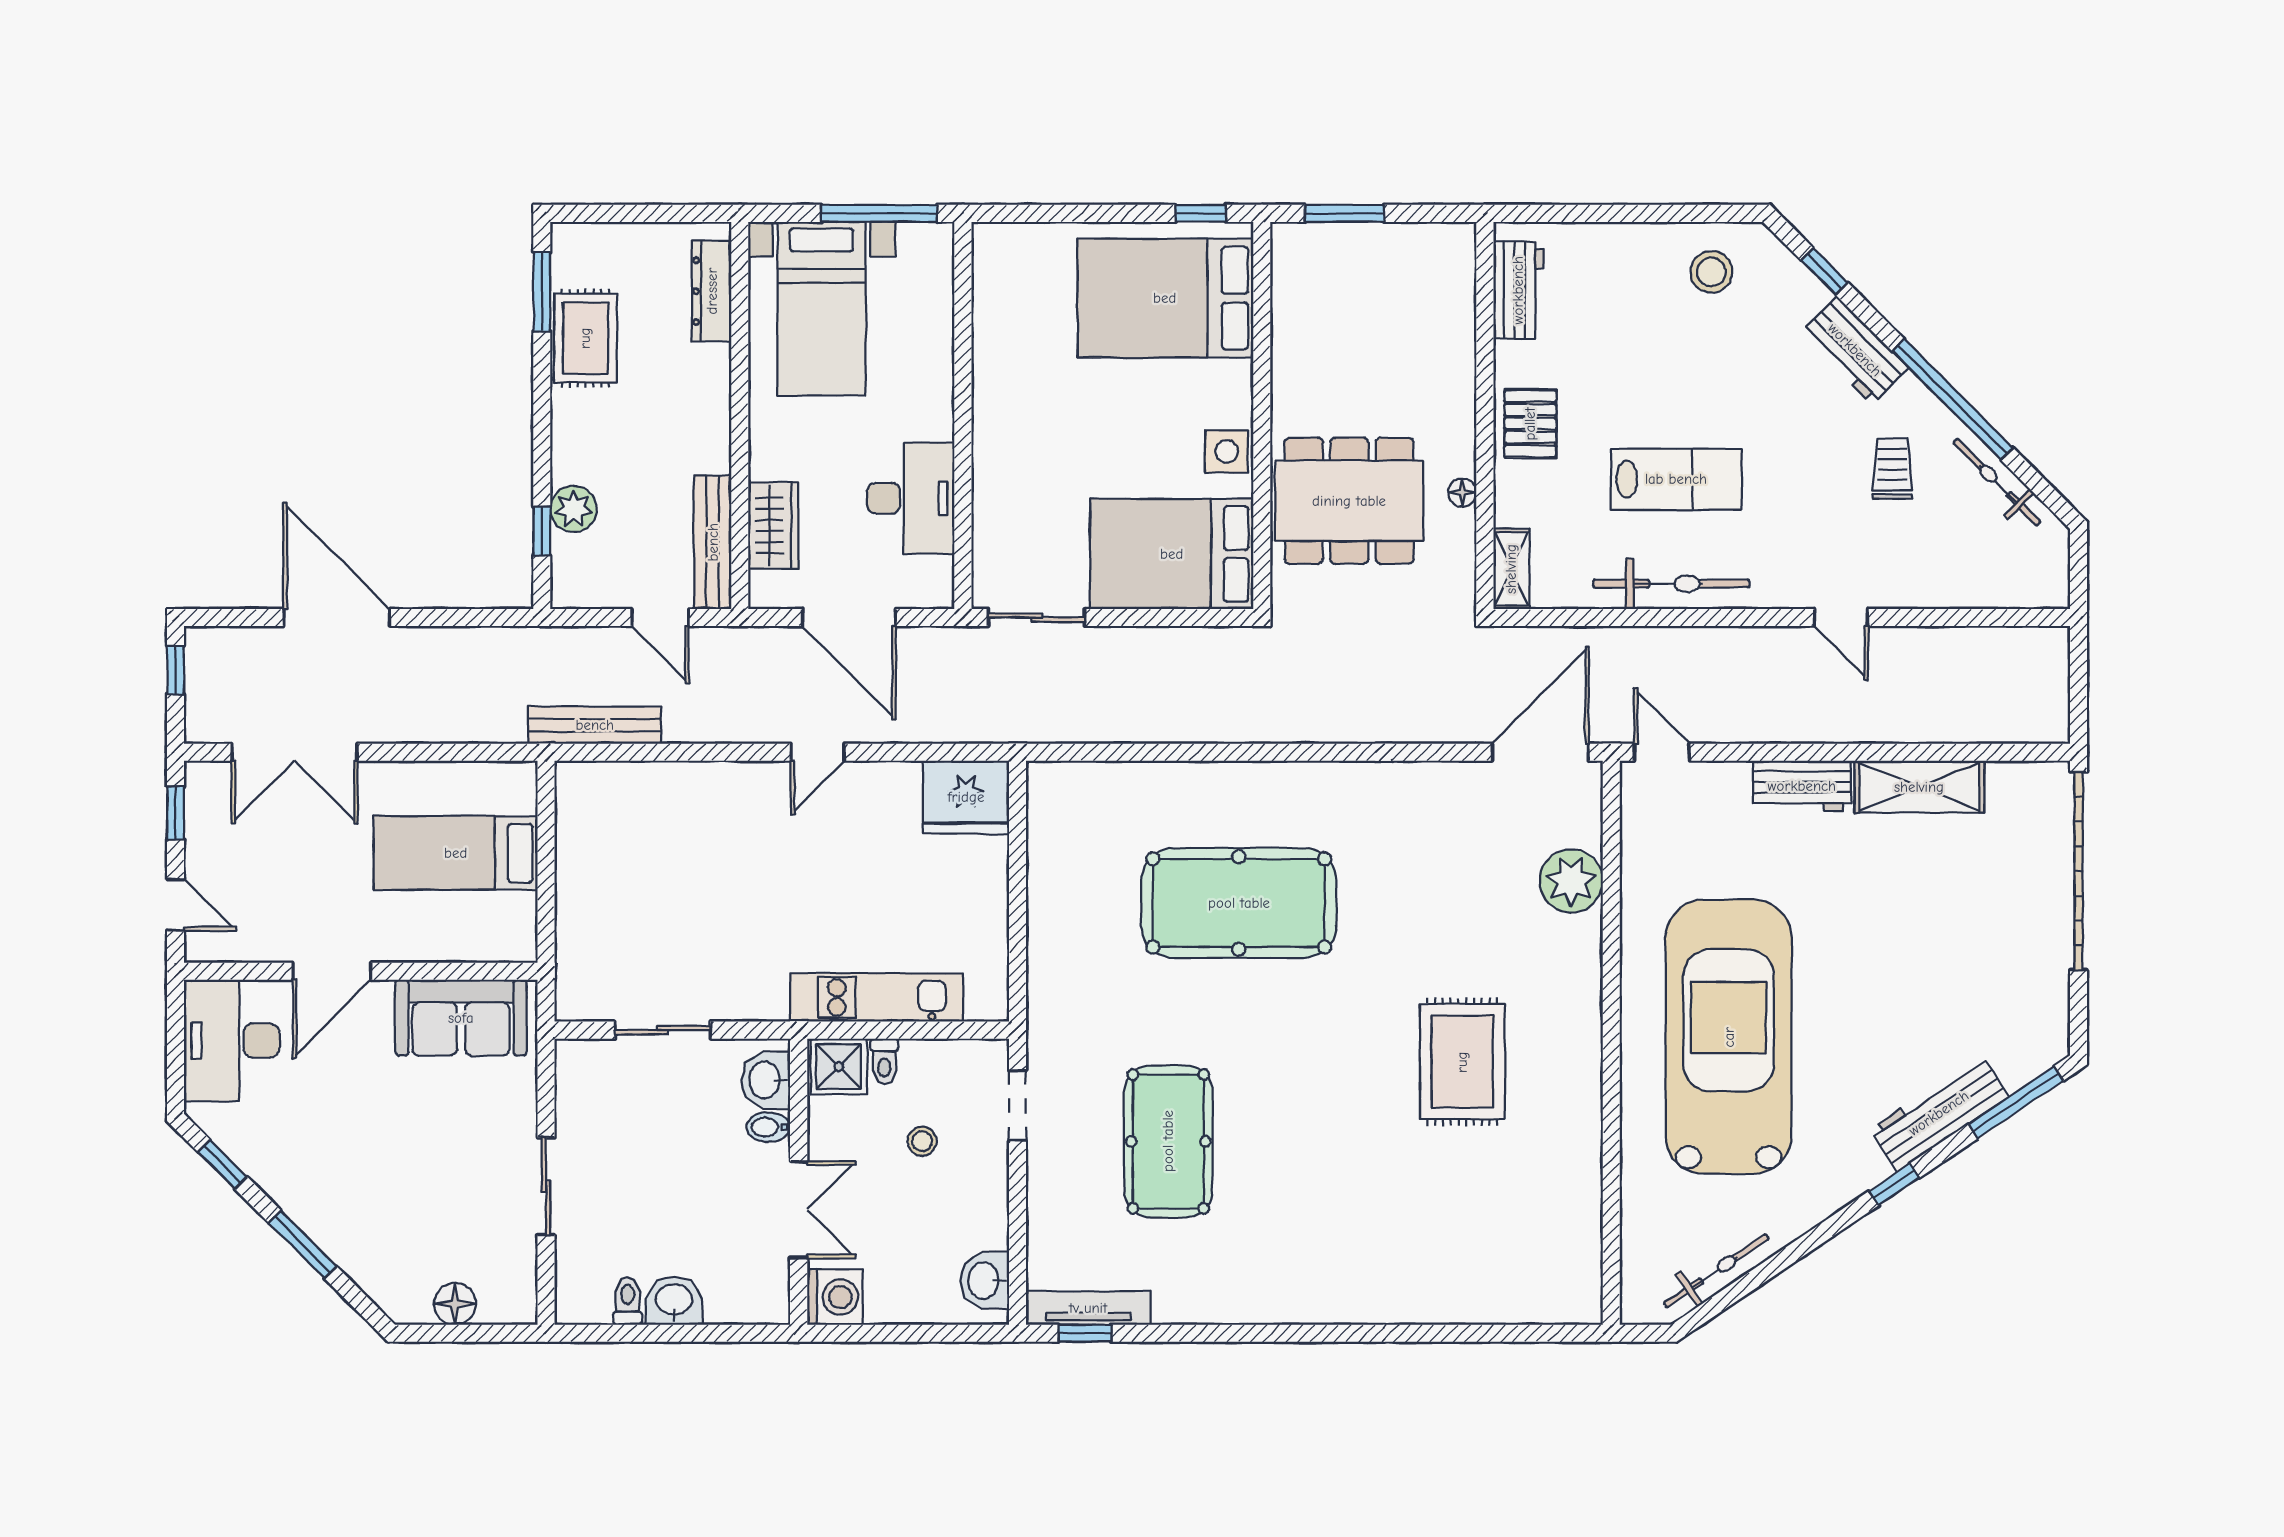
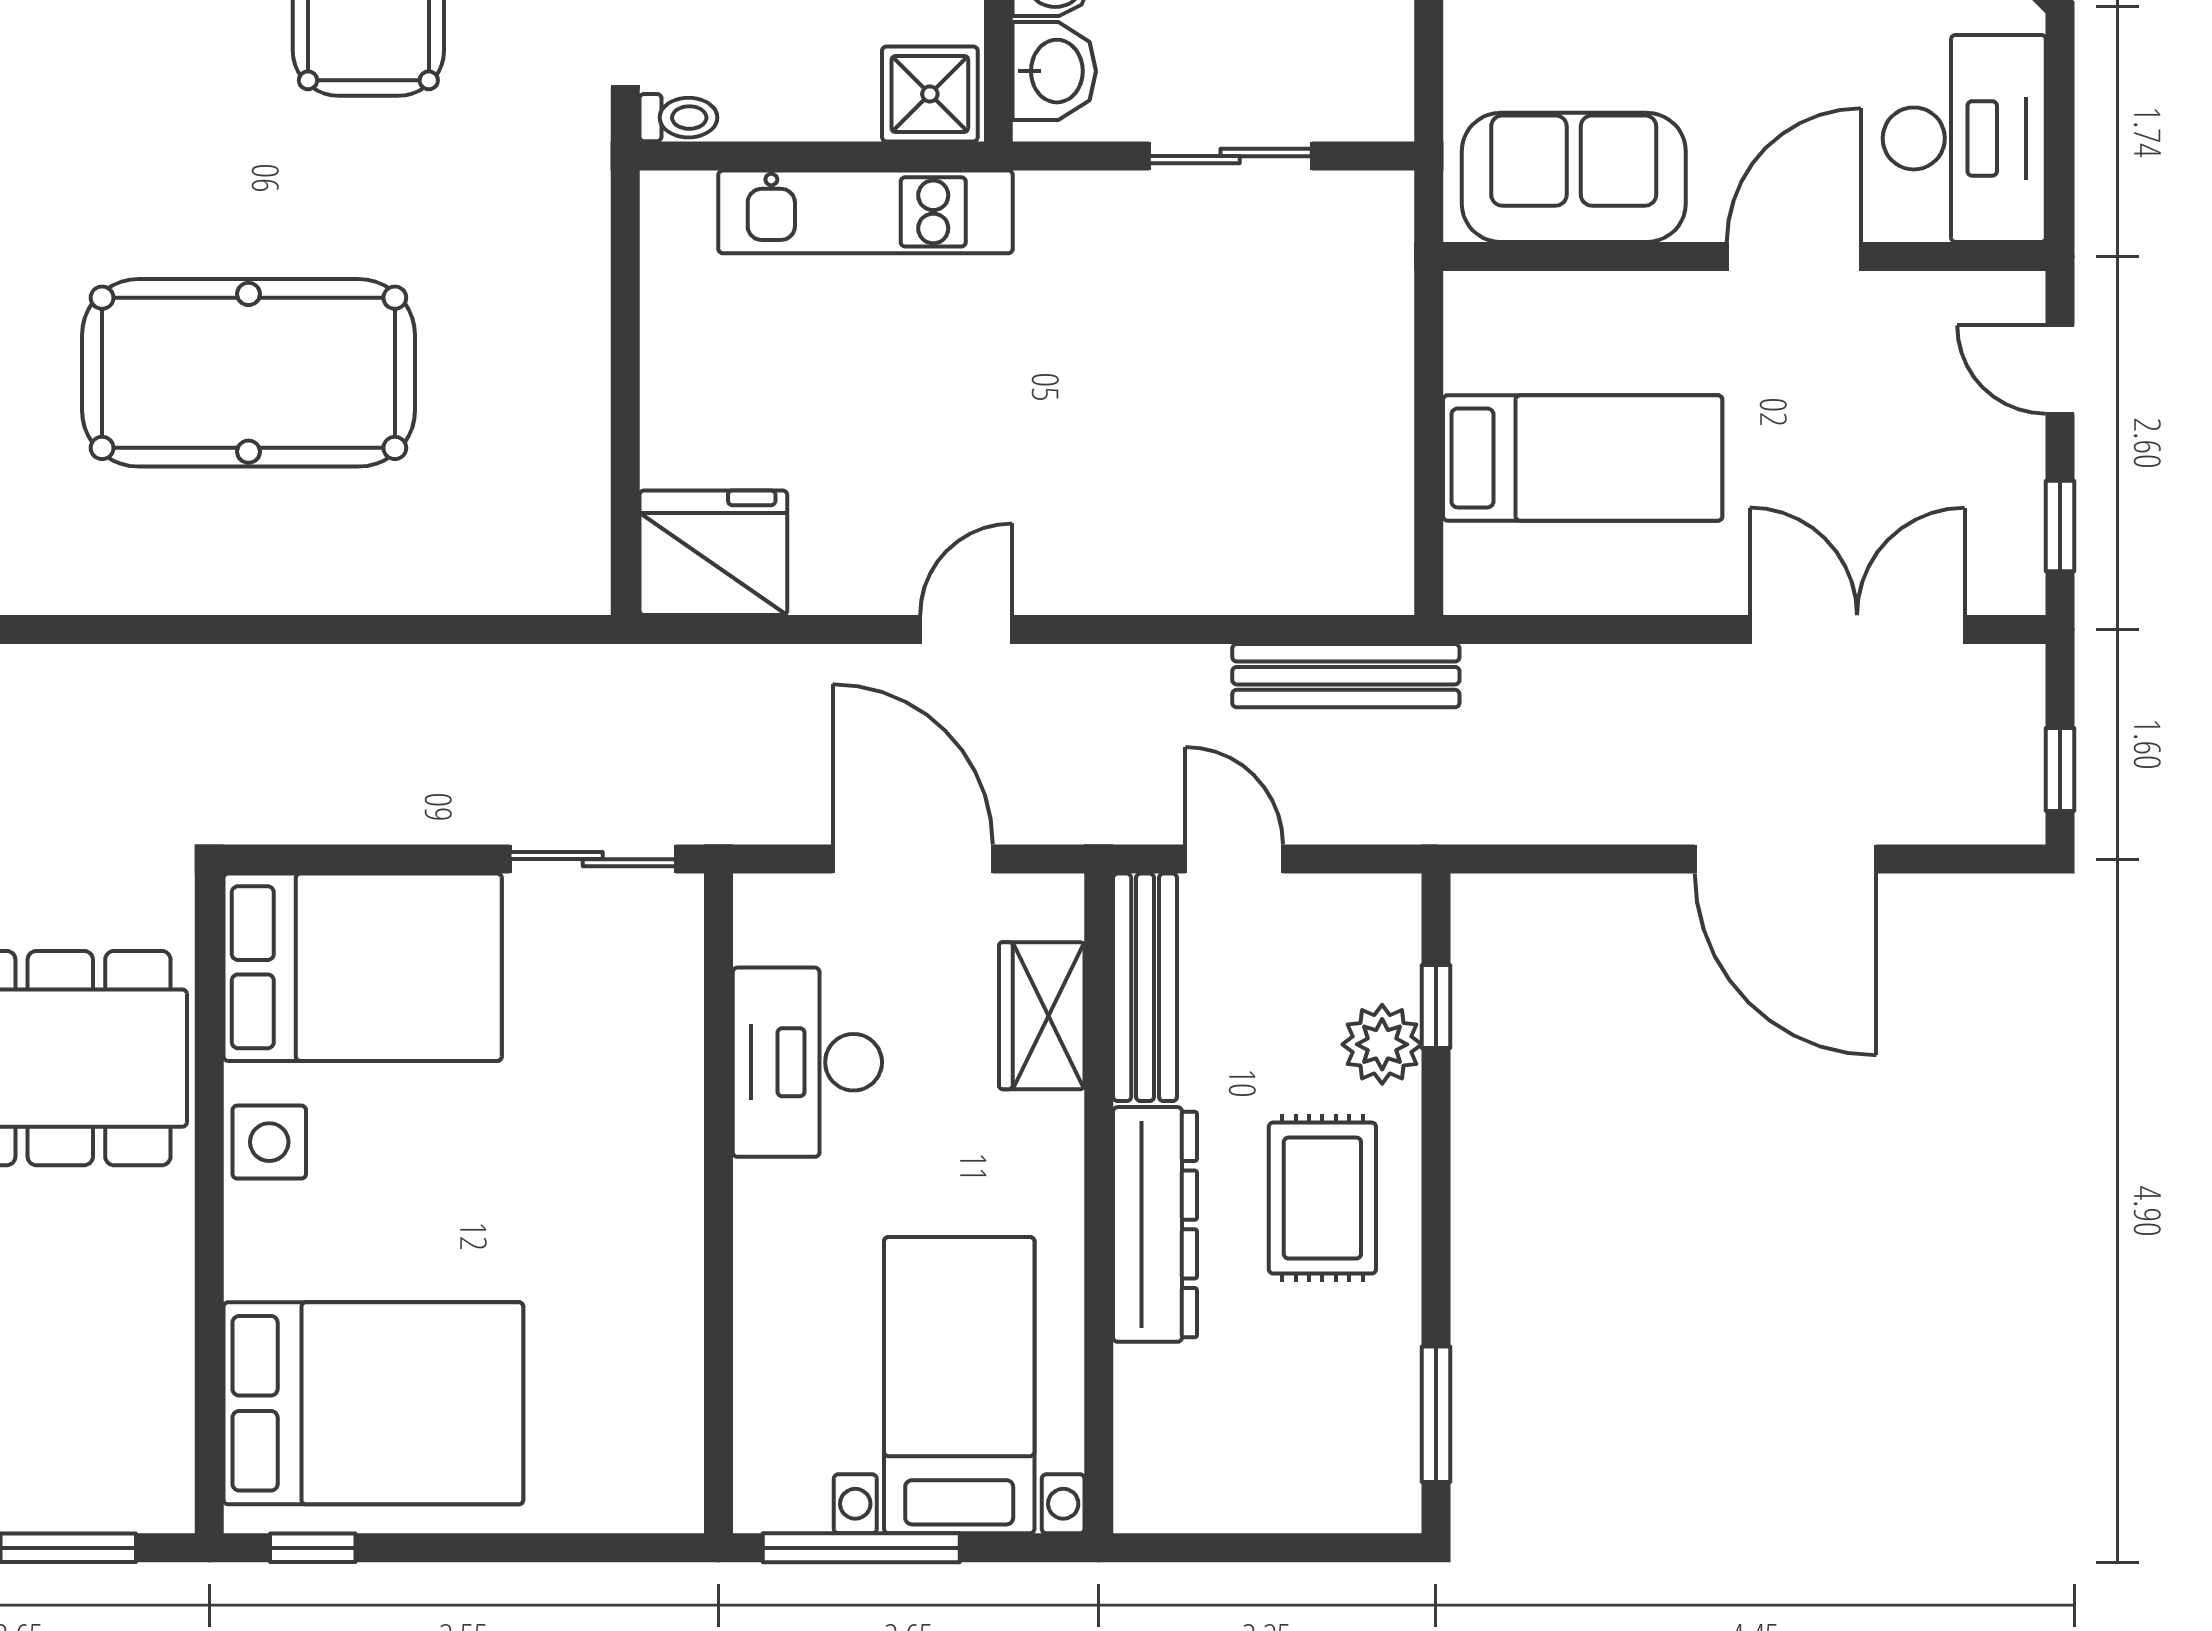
dresser: (712, 291) -> (1155, 1224), moved, width x1.37, depth x1.24
rug: (585, 338) -> (1322, 1198), moved
toilet: (884, 1061) -> (678, 118), moved, turned 90

